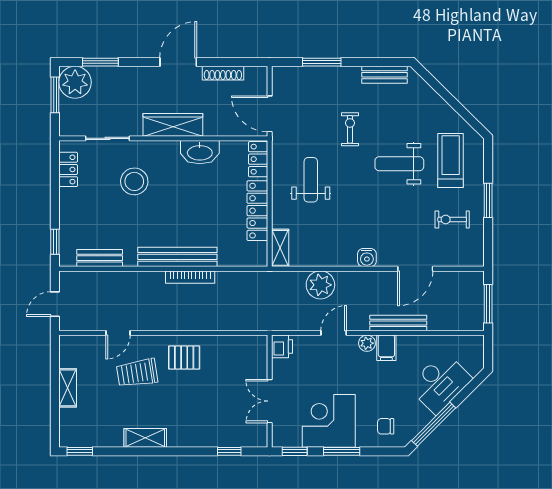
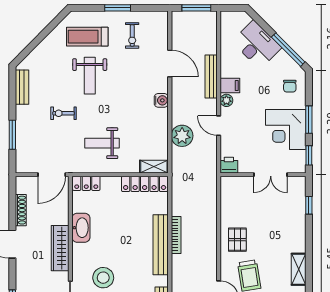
locker: (257, 211) -> (145, 184), moved

